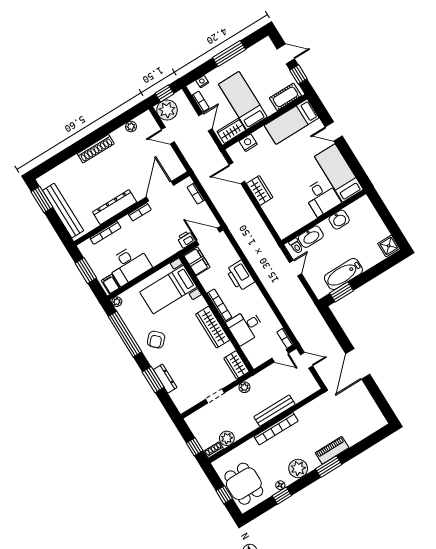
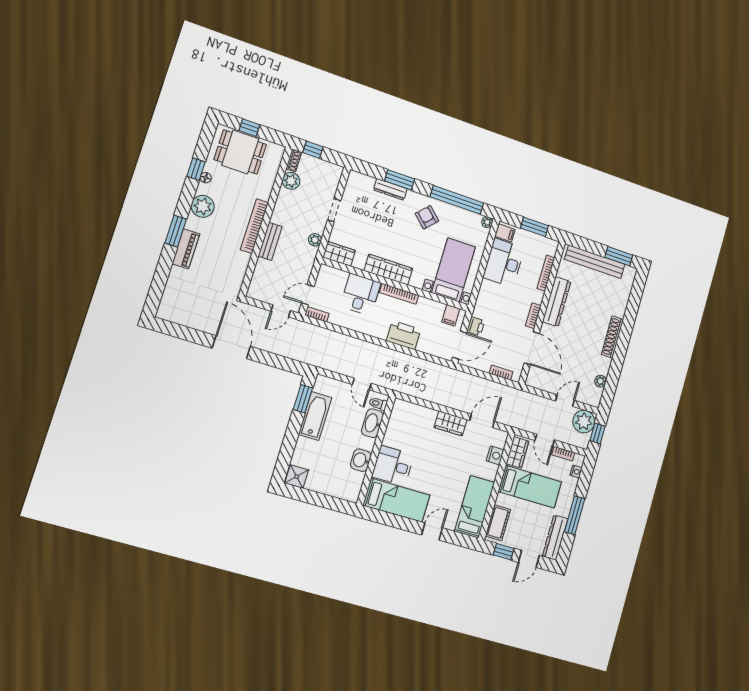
dresser: (256, 51) -> (555, 538), added
filing cabinet: (197, 261) -> (451, 315), width x0.50
bench: (275, 411) -> (270, 241), width x0.73

